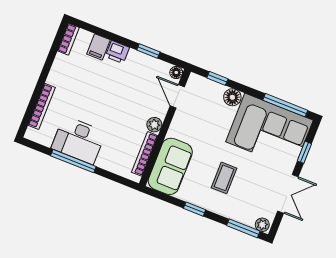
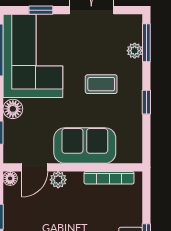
plant: (154, 125) -> (58, 180), moved
sofa: (170, 166) -> (85, 146), moved
plant: (262, 225) -> (135, 51), moved

